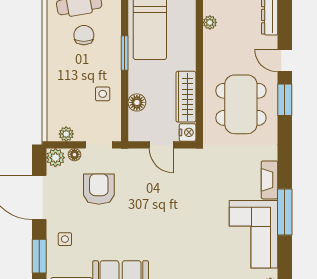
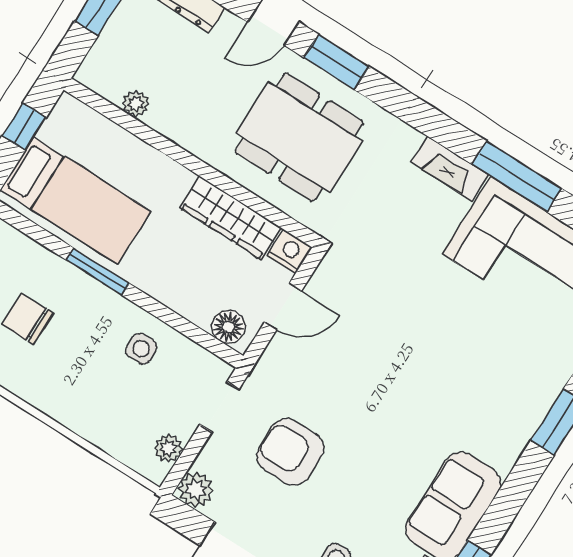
floor lamp: (137, 102) -> (228, 327), moved
floor lamp: (74, 155) -> (210, 456), removed

